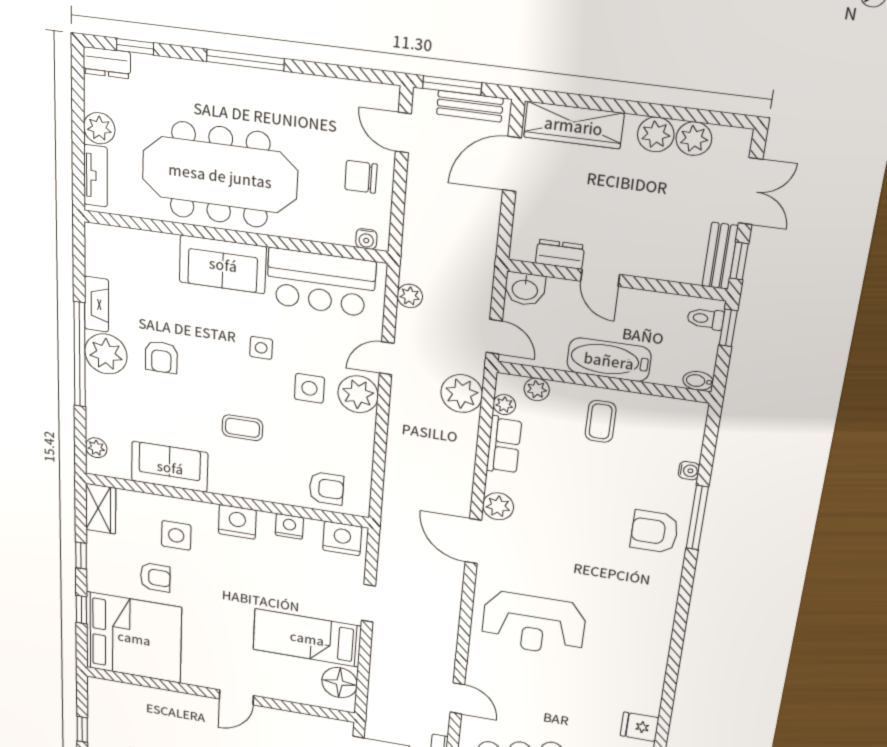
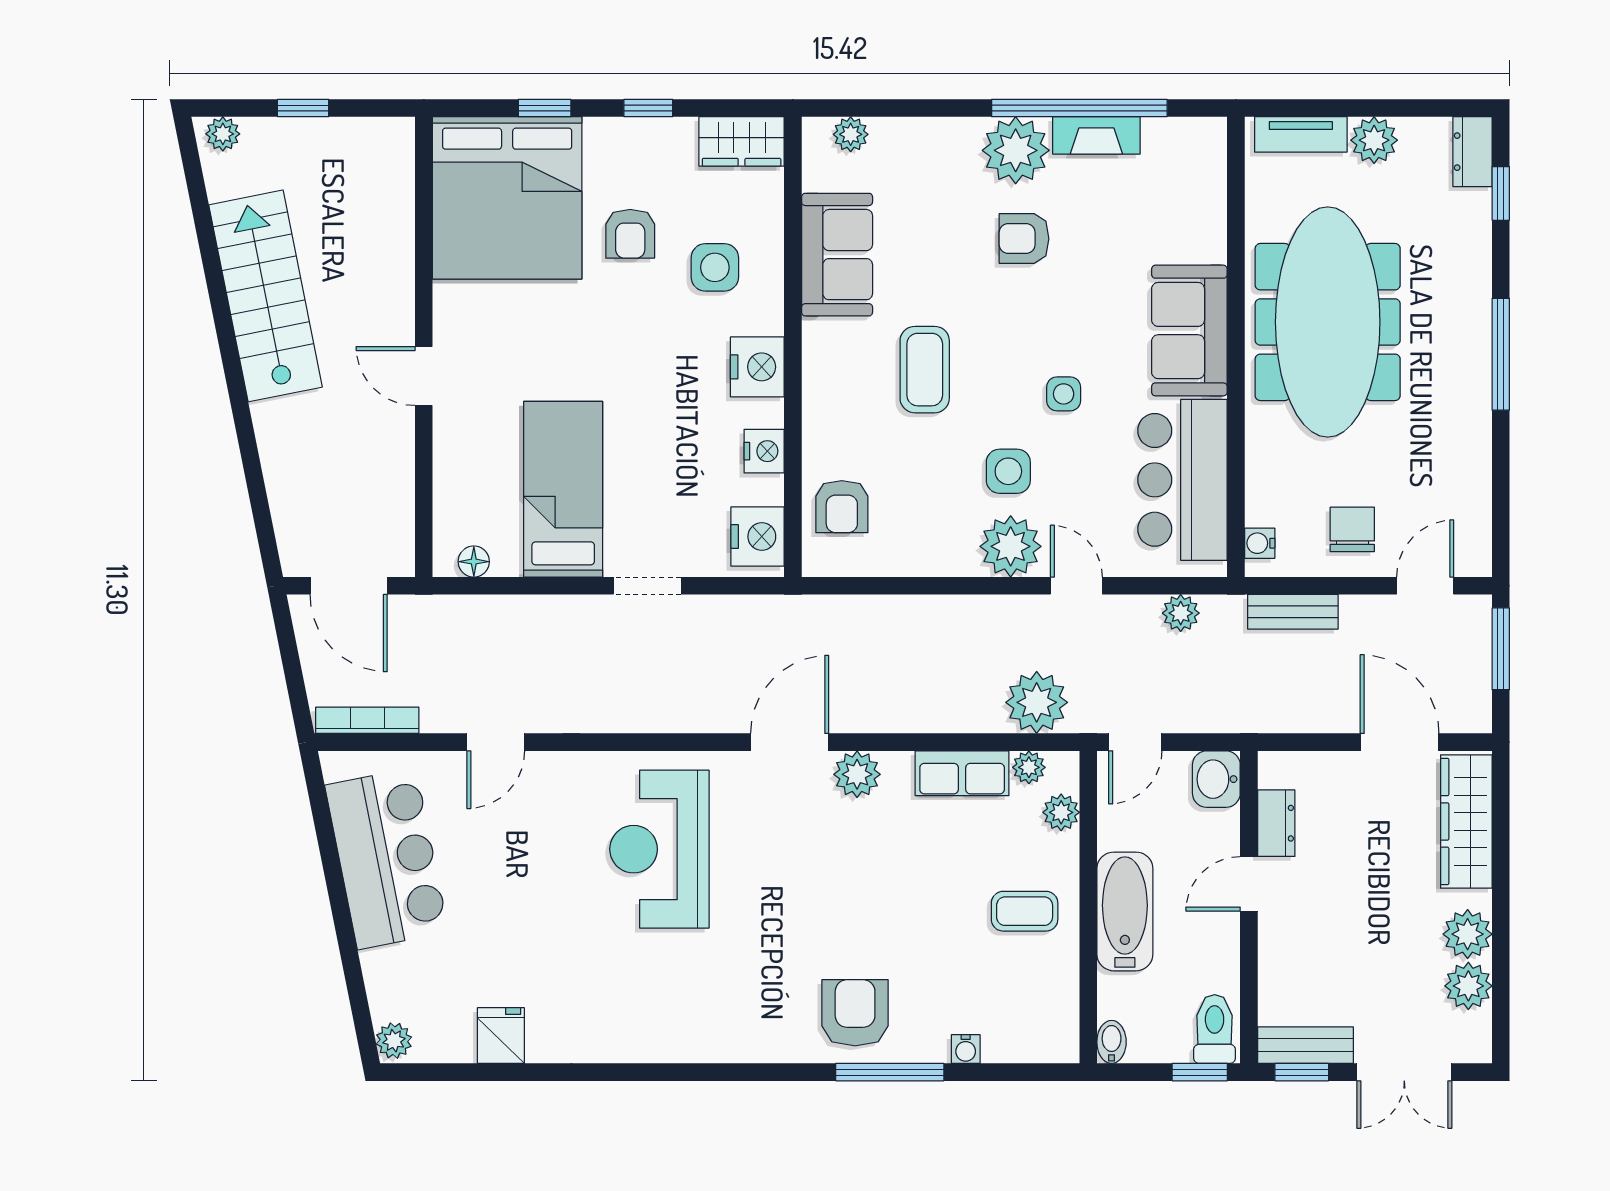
bench: (470, 106) -> (1293, 612), moved, turned 90
toilet: (705, 319) -> (1215, 1029), width x1.37, depth x1.39
window: (80, 355) -> (1079, 108), moved
coffee table: (242, 428) -> (925, 370), width x1.36, depth x1.30
floor lamp: (339, 683) -> (474, 562), width x0.53, depth x0.53

